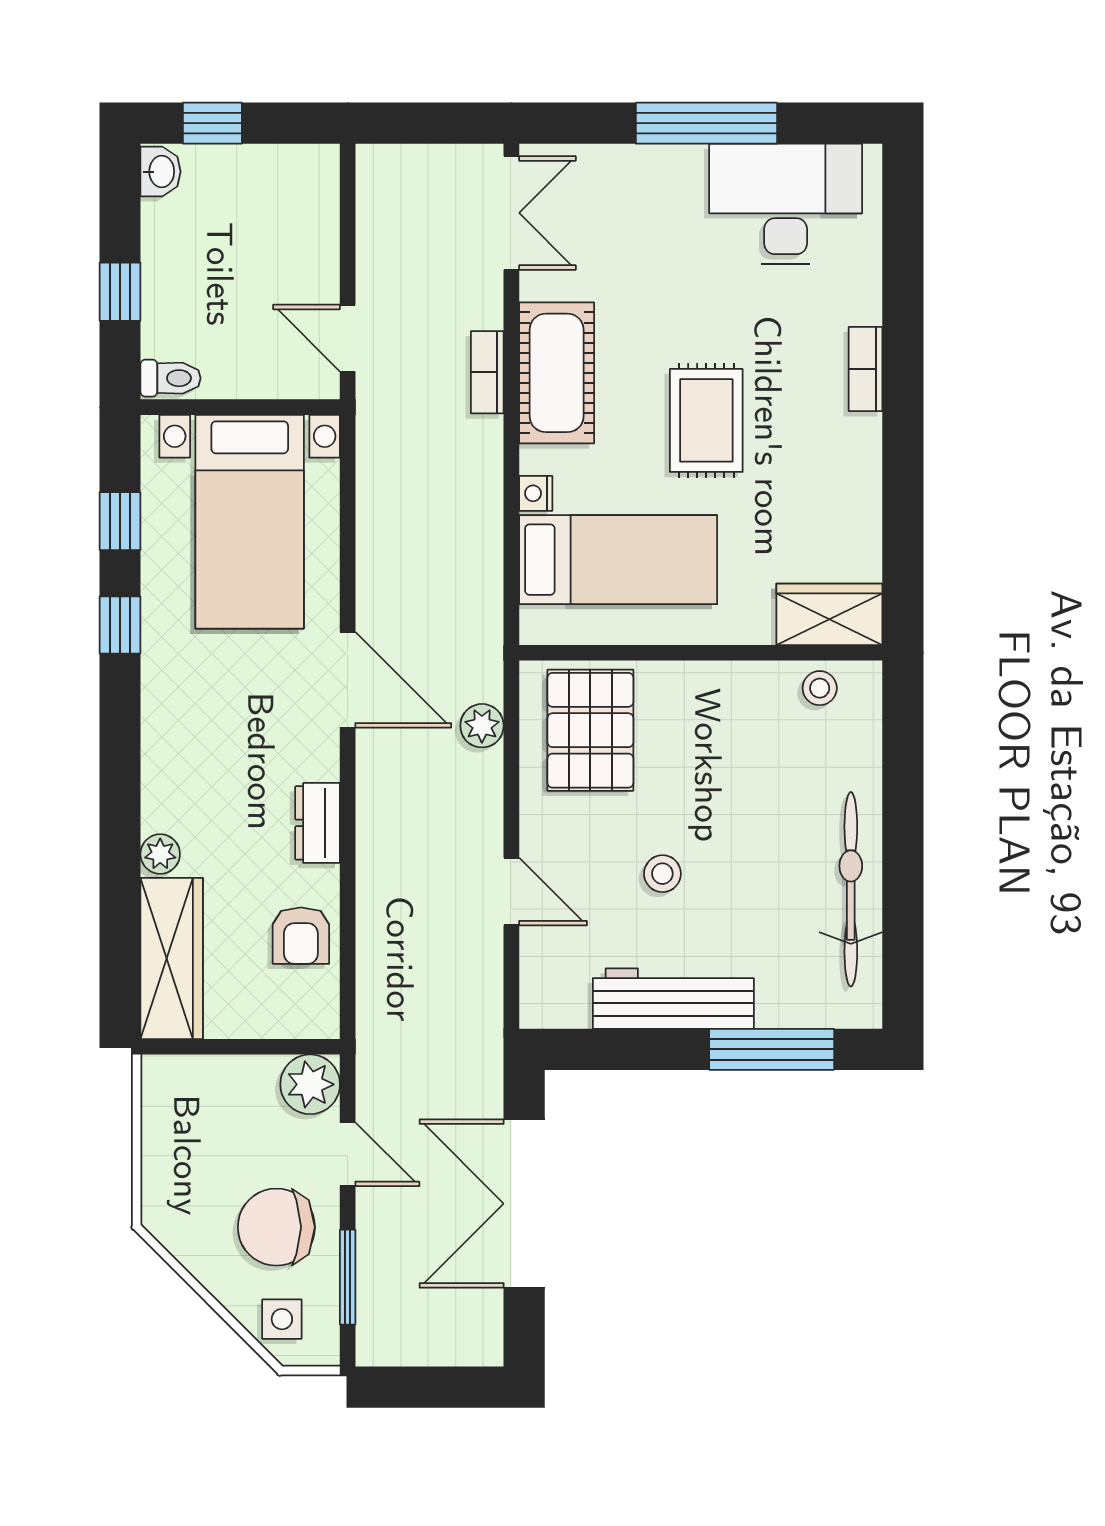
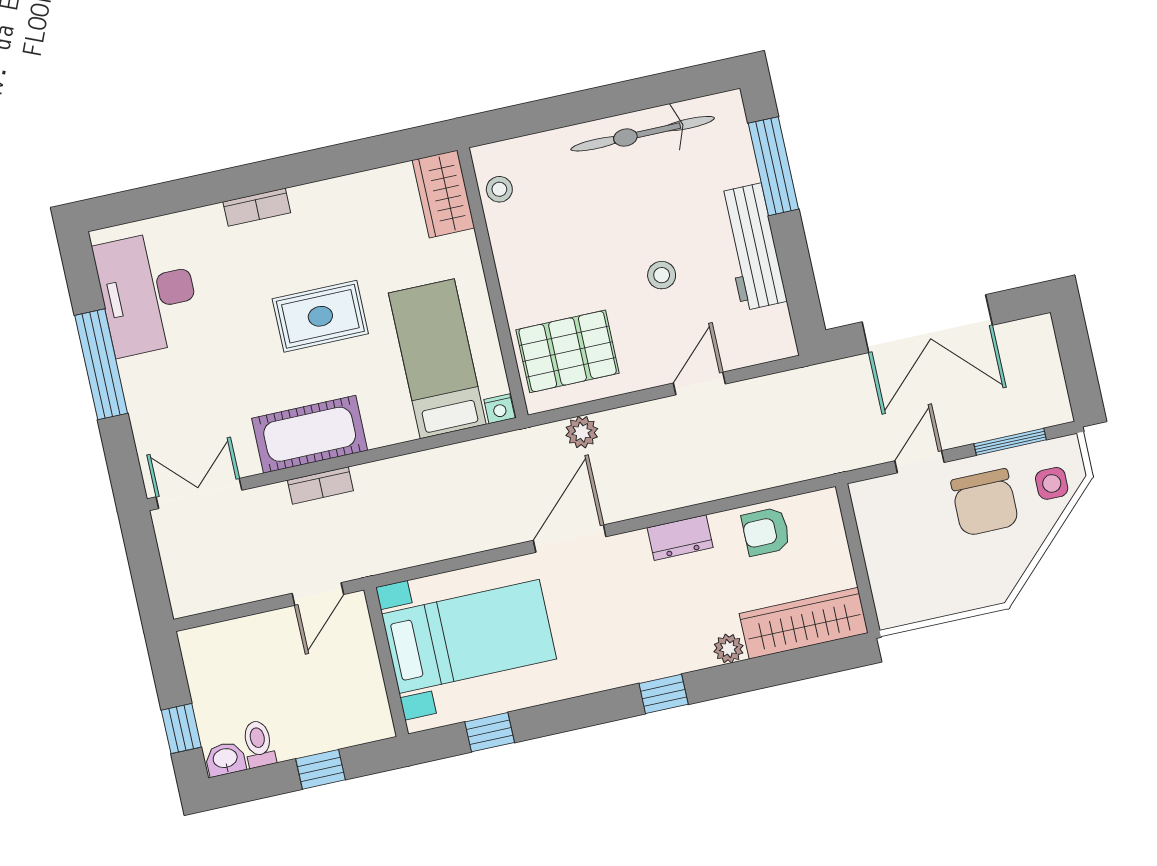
toilet: (171, 378) -> (259, 744), moved
nightstand: (536, 493) -> (499, 409), moved
window: (120, 625) -> (664, 694), moved
armchair: (301, 936) -> (766, 532), turned 180
plant: (310, 1084) -> (874, 501), removed

